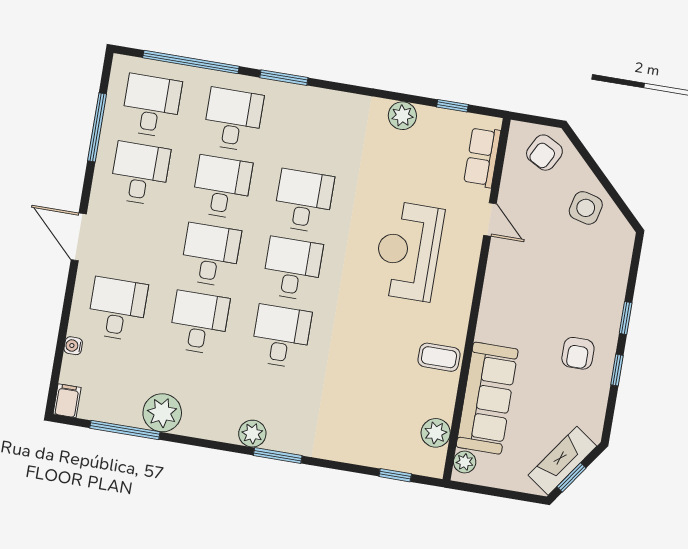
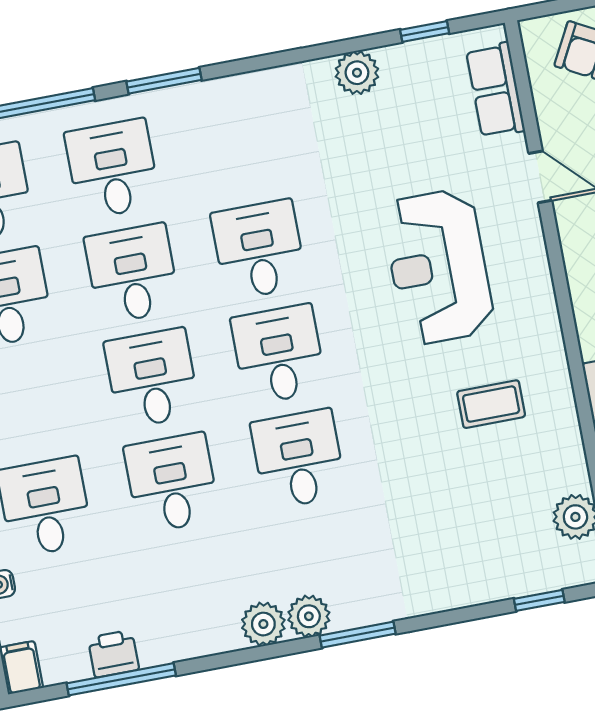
coffee table: (439, 357) -> (491, 404), moved
printer: (126, 413) -> (113, 654), added
plant: (162, 413) -> (263, 624), moved, width x0.73, depth x0.73

